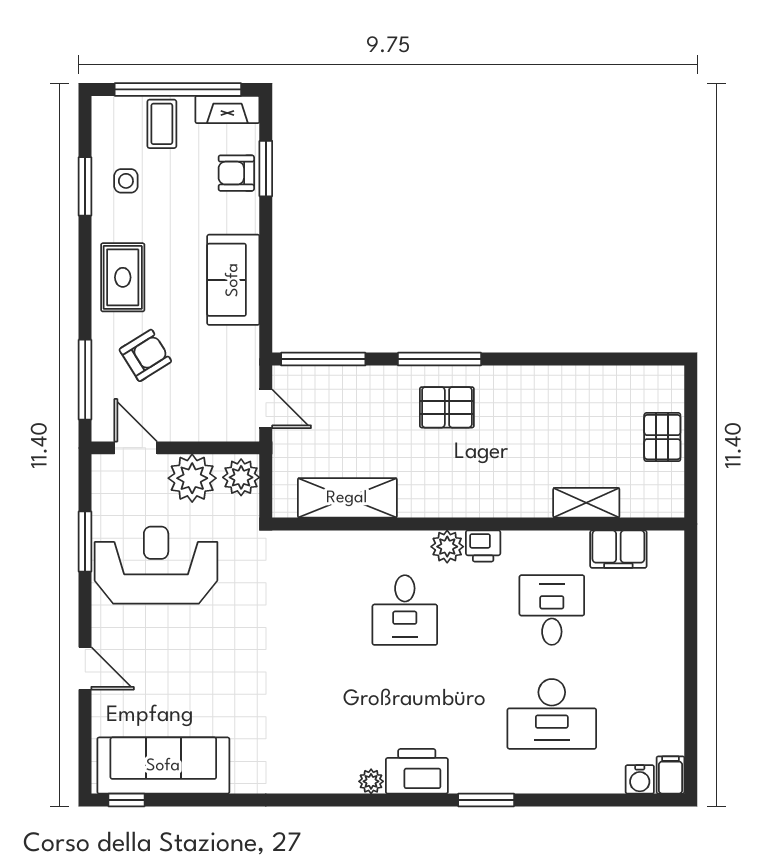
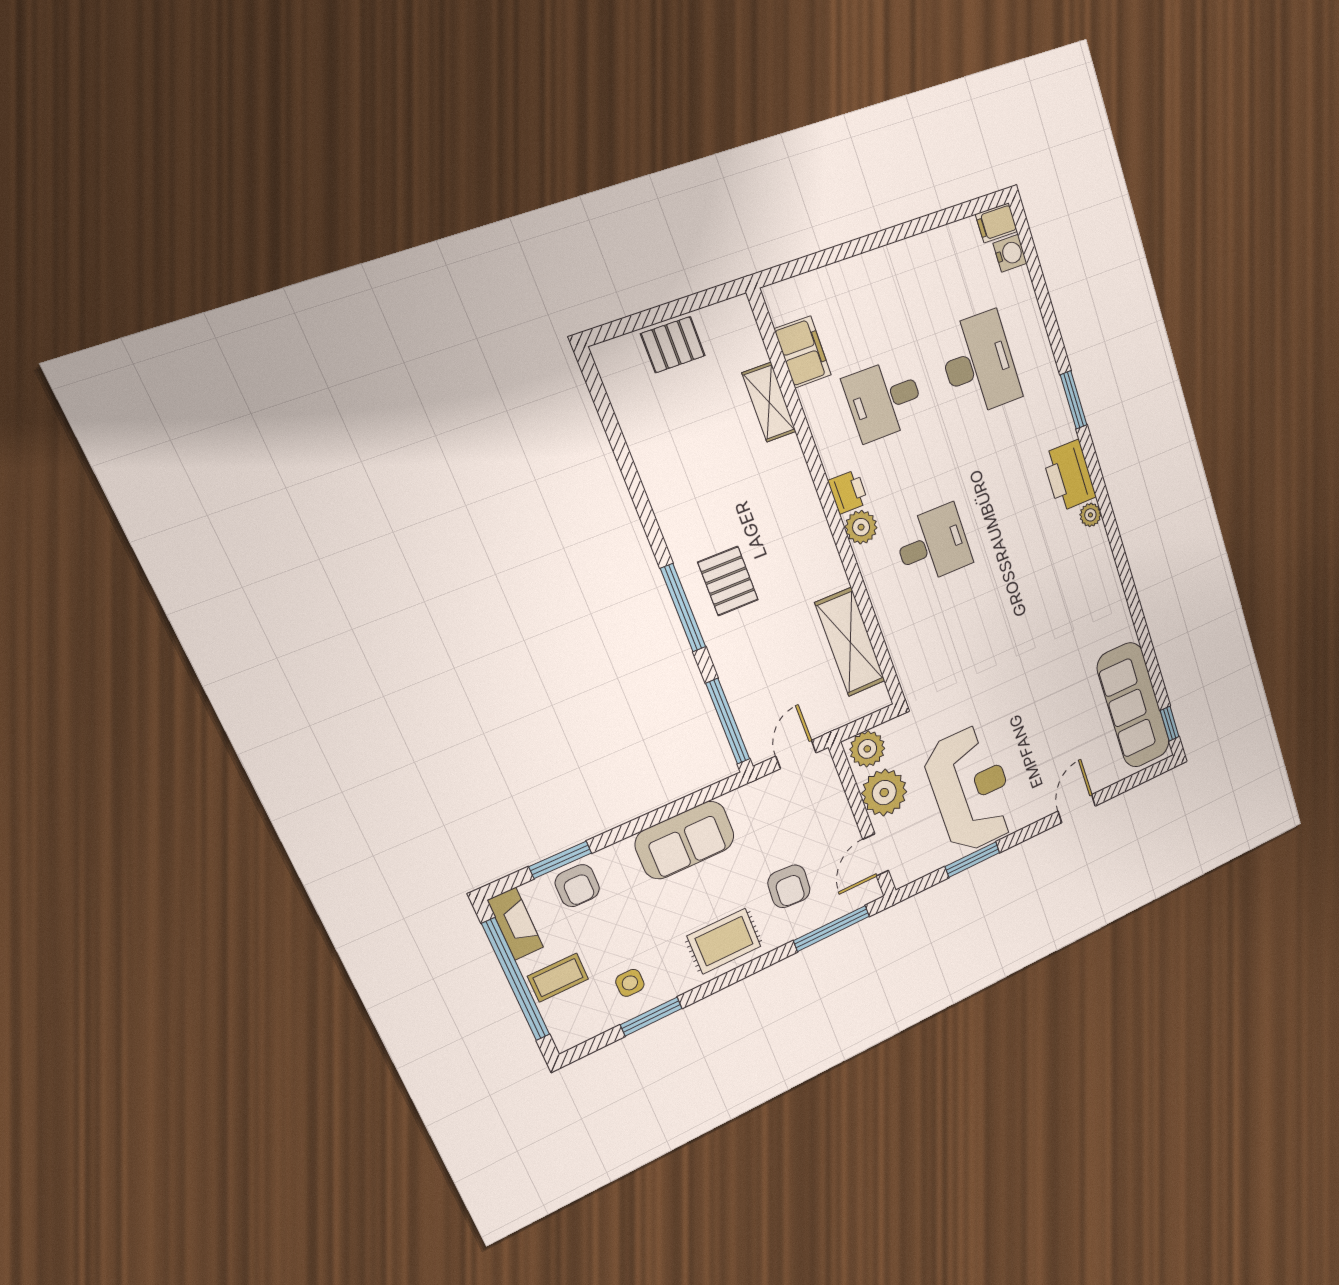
armchair: (145, 355) -> (789, 886), turned -144
reception desk: (156, 565) -> (971, 789), turned 180

